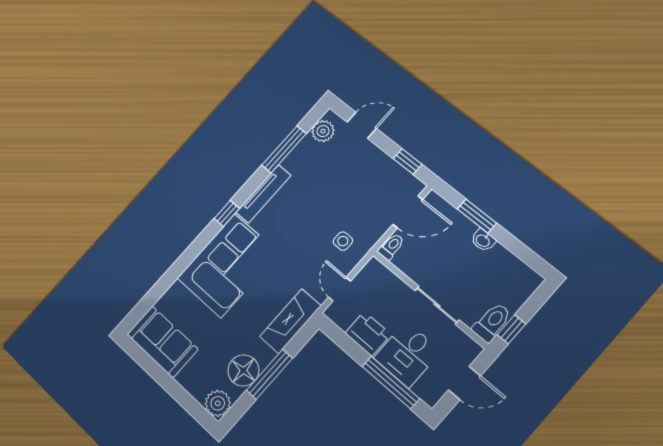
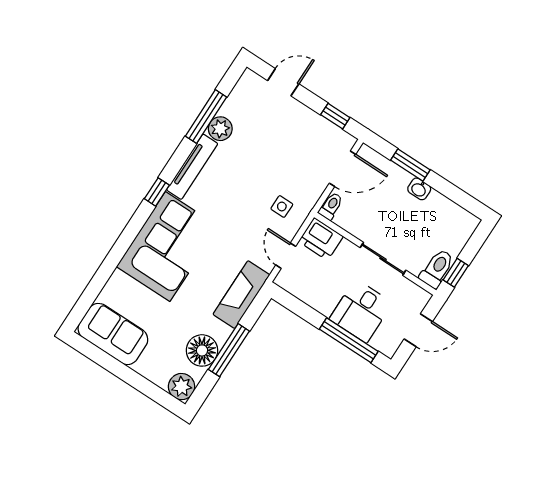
plant: (323, 131) -> (220, 129), moved
printer: (368, 334) -> (321, 239), moved, turned 180

